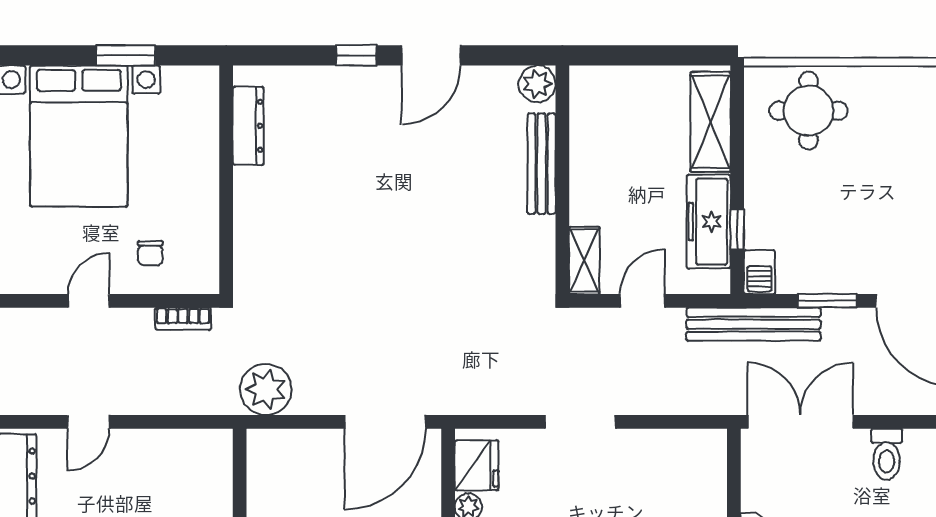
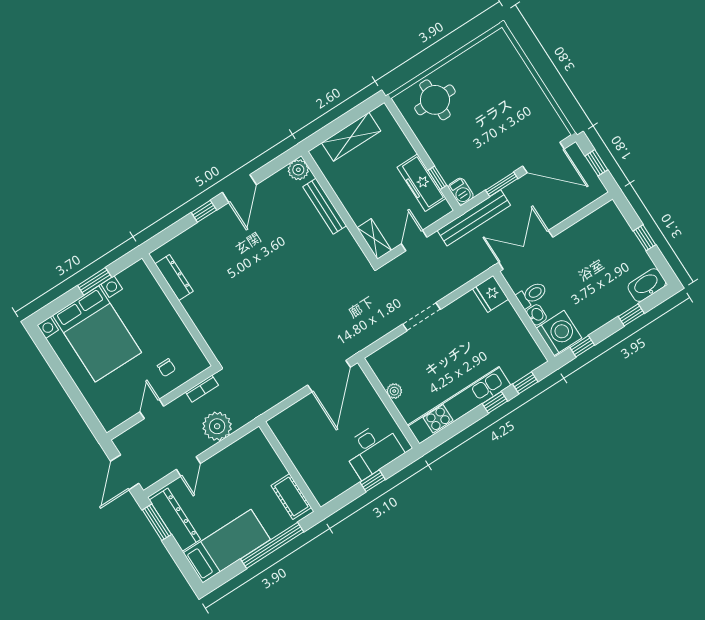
shelving: (711, 122) -> (351, 137), moved, turned 90
plant: (266, 389) -> (217, 426), moved
toilet: (887, 454) -> (532, 295), moved, turned -90
fridge: (477, 465) -> (490, 294), moved, turned 180

